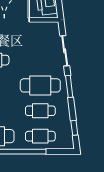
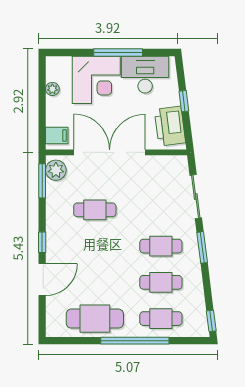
cafe table: (40, 85) -> (161, 246), width x0.73, depth x0.74
window: (74, 128) -> (211, 321), moved

